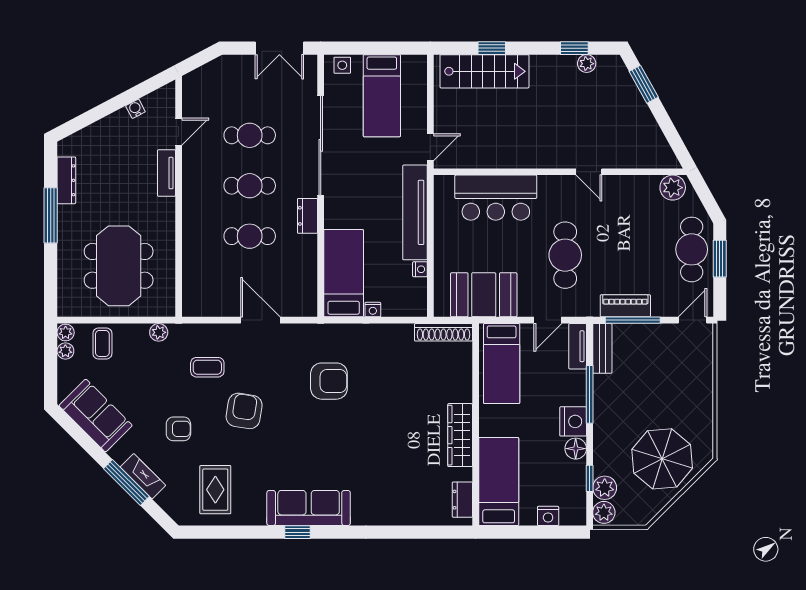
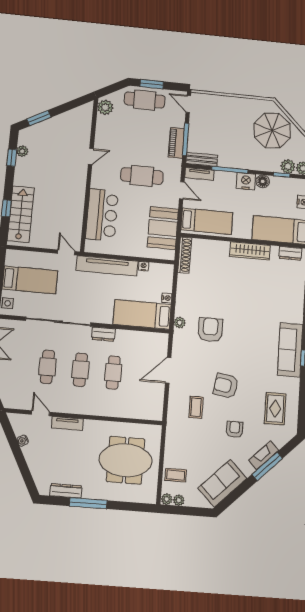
plant: (159, 332) -> (180, 323), moved
rug: (215, 490) -> (275, 409), turned 90

